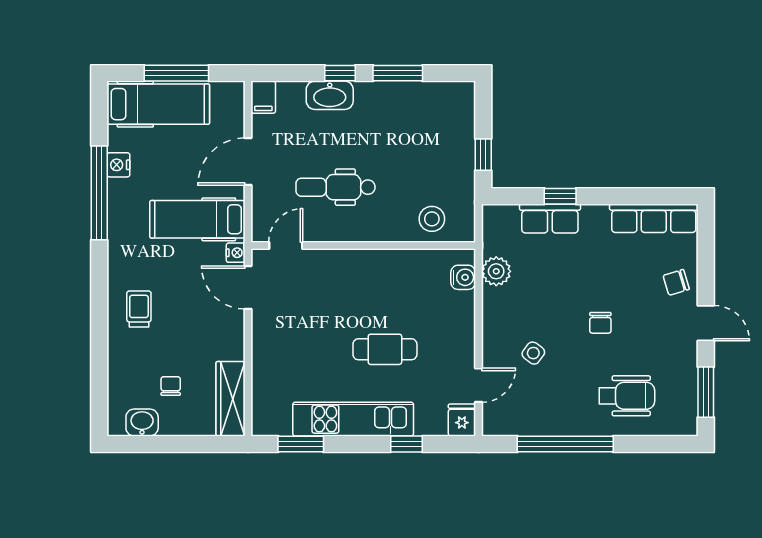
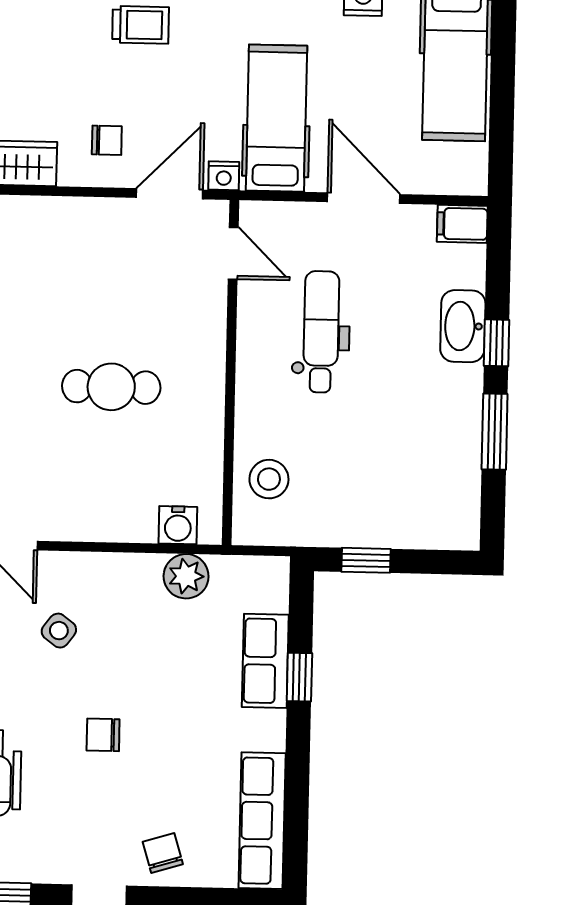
window: (176, 73) -> (502, 91), removed
cafe table: (385, 349) -> (111, 387), moved, turned 90
chair: (171, 386) -> (107, 140), moved

